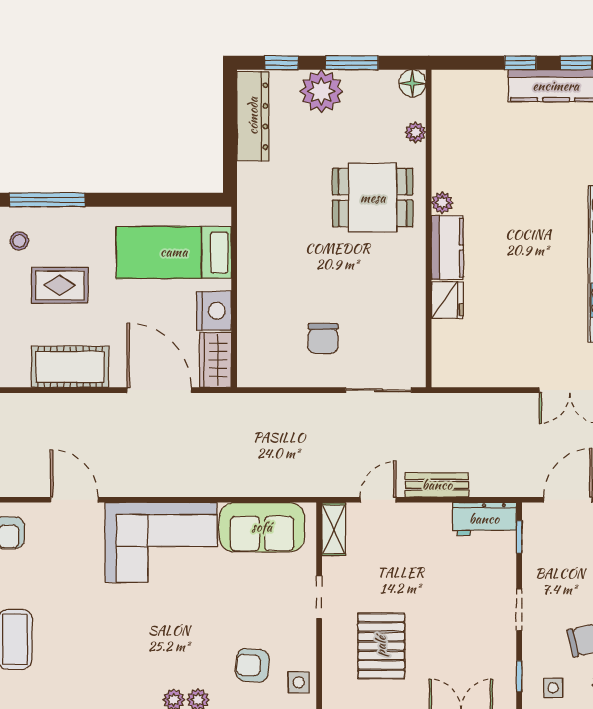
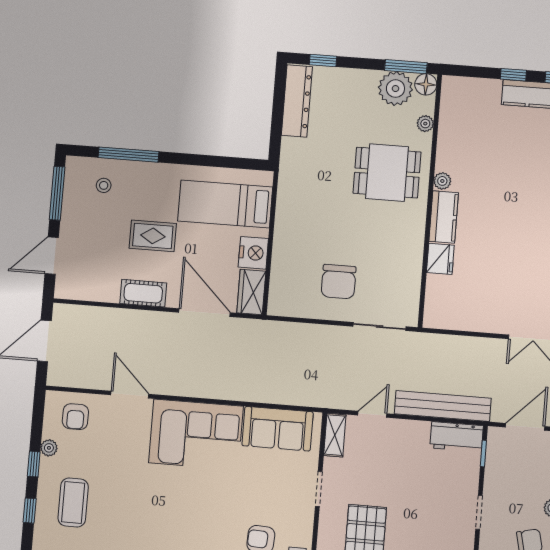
window: (352, 63) -> (406, 67), moved
plant: (321, 91) -> (395, 89), moved
rug: (60, 285) -> (153, 236), moved
chair: (323, 338) -> (339, 282), width x1.37, depth x1.37
cot: (70, 367) -> (143, 293), width x0.73, depth x0.75
bench: (437, 485) -> (443, 406), width x1.86, depth x1.21

